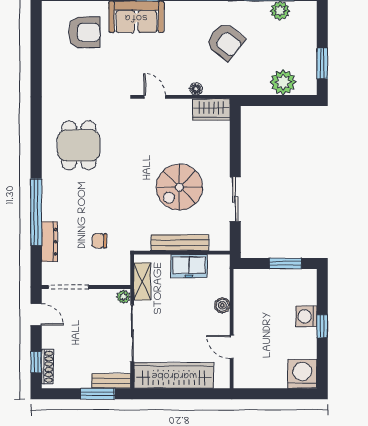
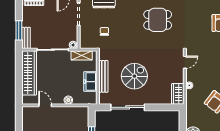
spiral stairs: (179, 187) -> (134, 76), turned 90
sliding door: (235, 199) -> (128, 107), width x1.37
door: (232, 347) -> (45, 105), hinge flipped

